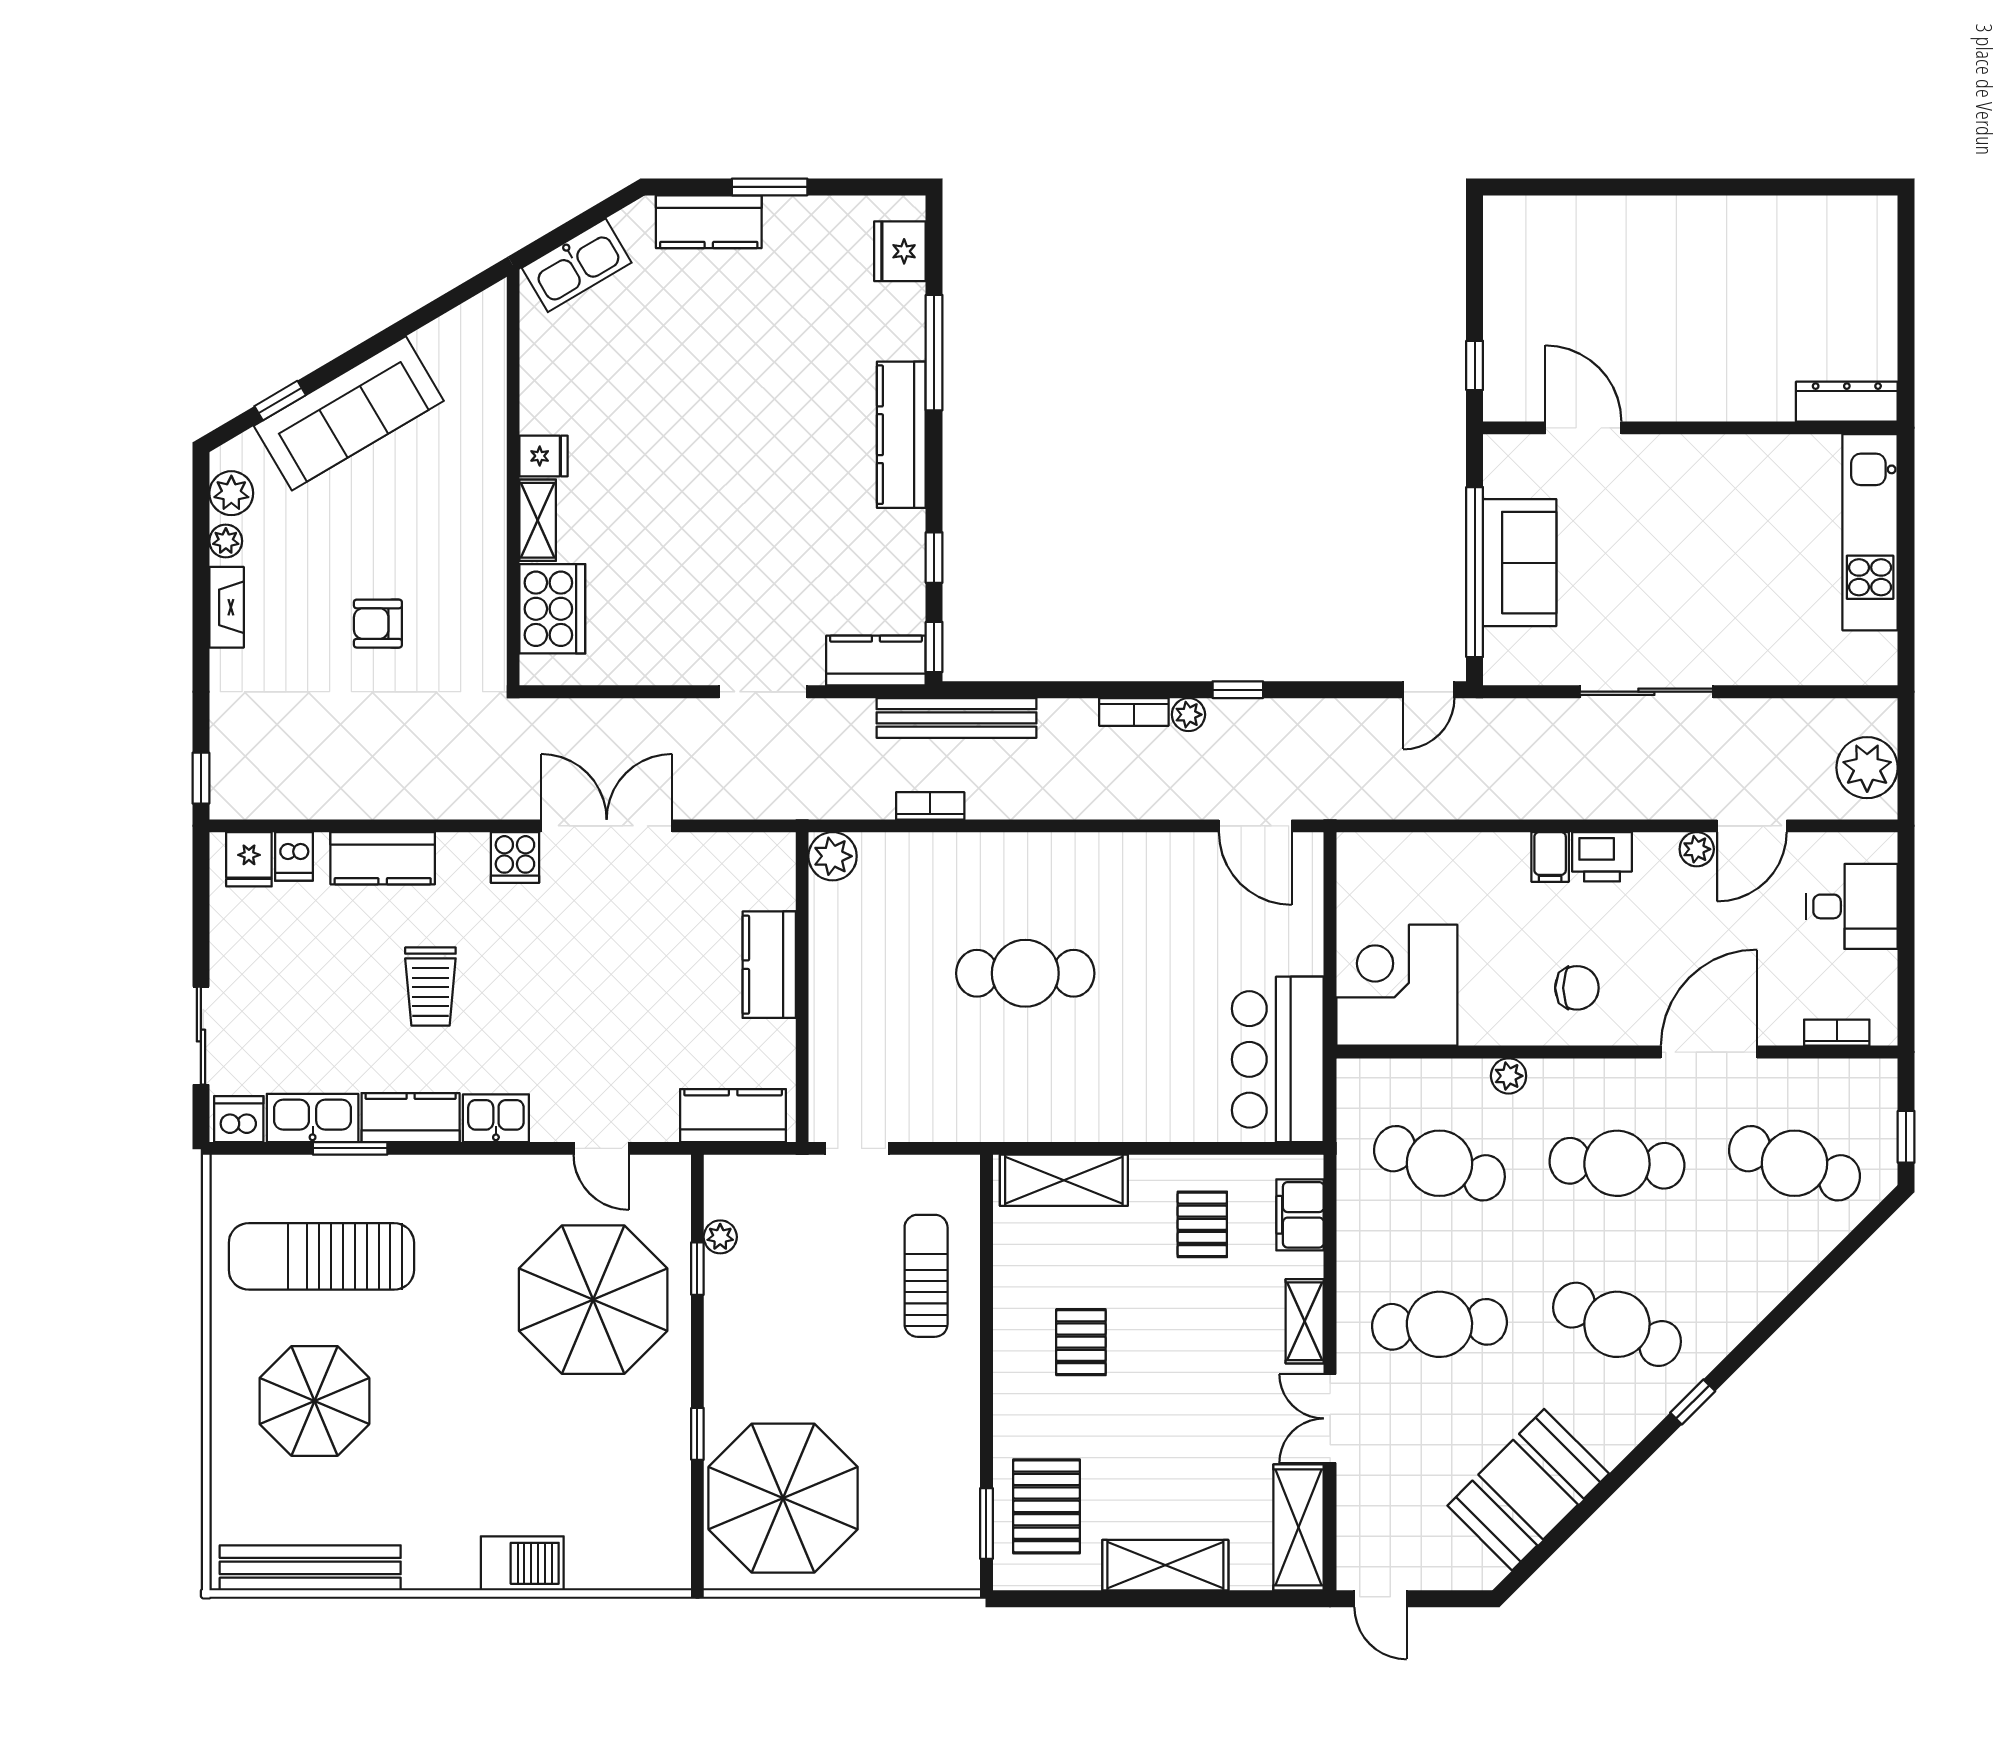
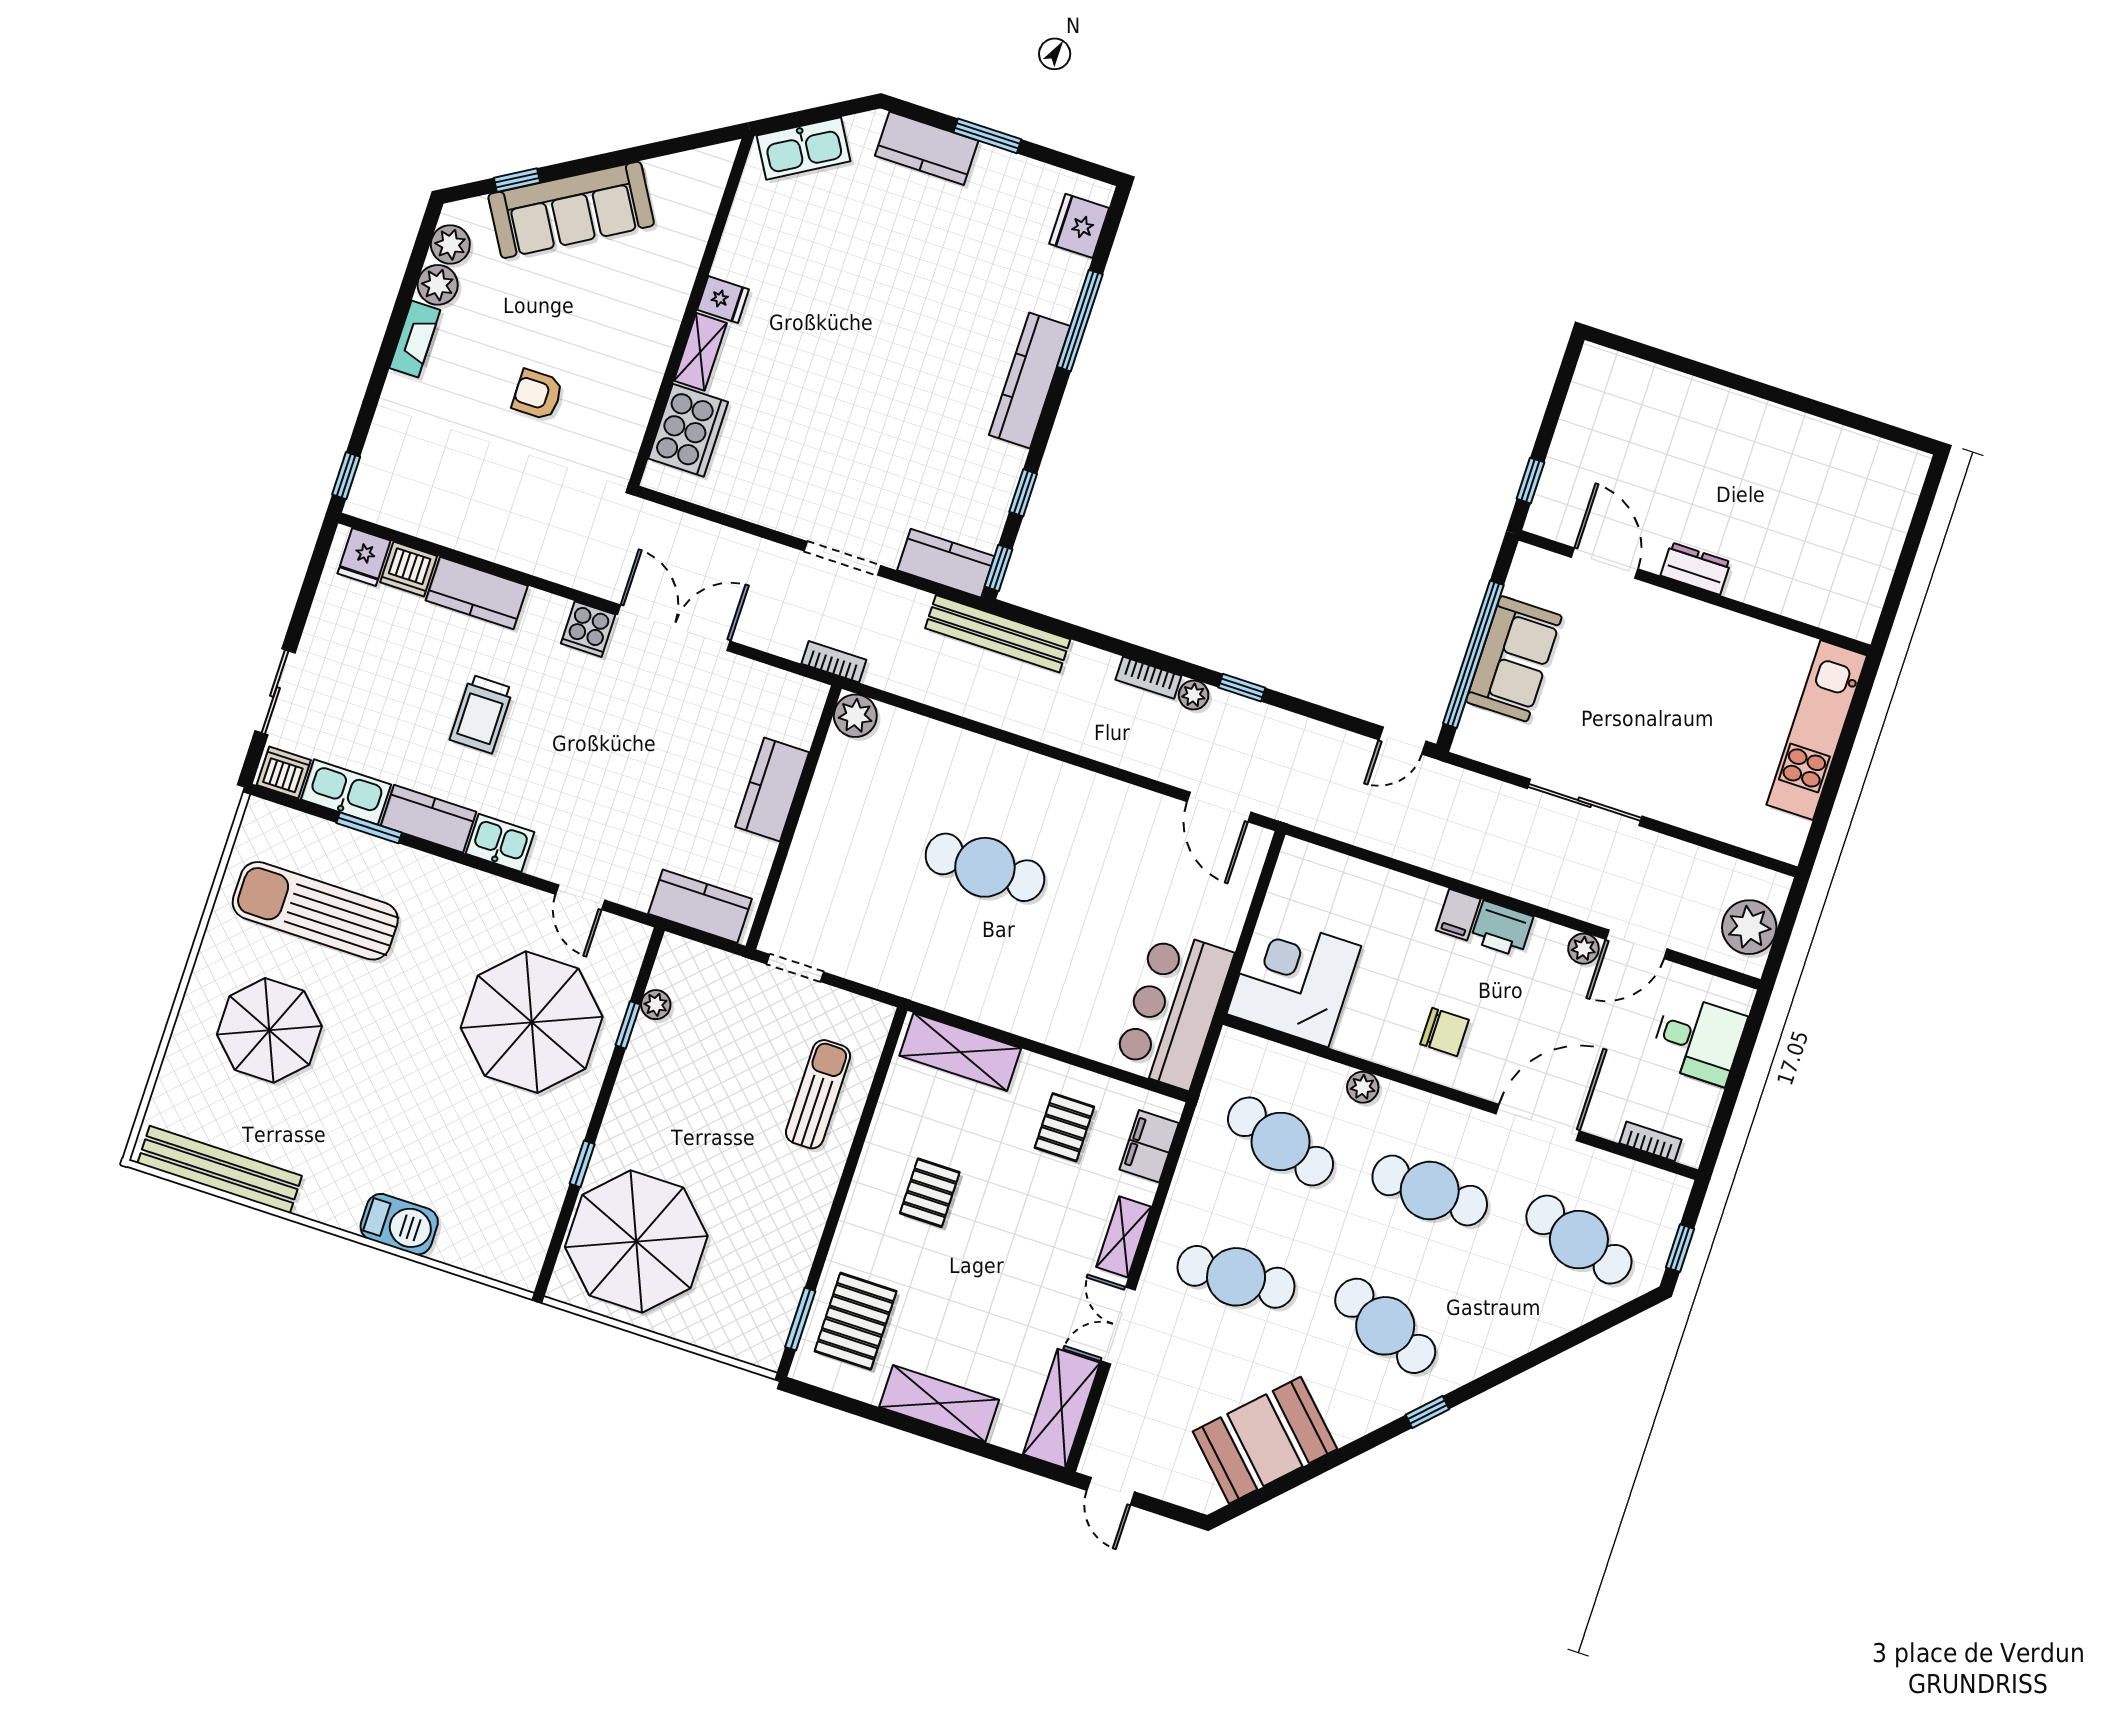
dresser: (1847, 402) -> (1696, 569), moved, width x0.70
plant: (226, 541) -> (438, 285), width x1.38, depth x1.38
bookcase: (930, 806) -> (834, 662), moved
dishwasher: (294, 856) -> (409, 569), width x1.38

